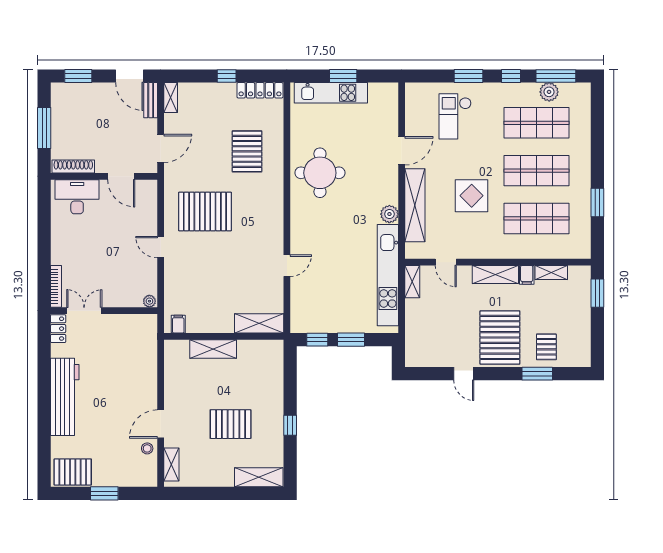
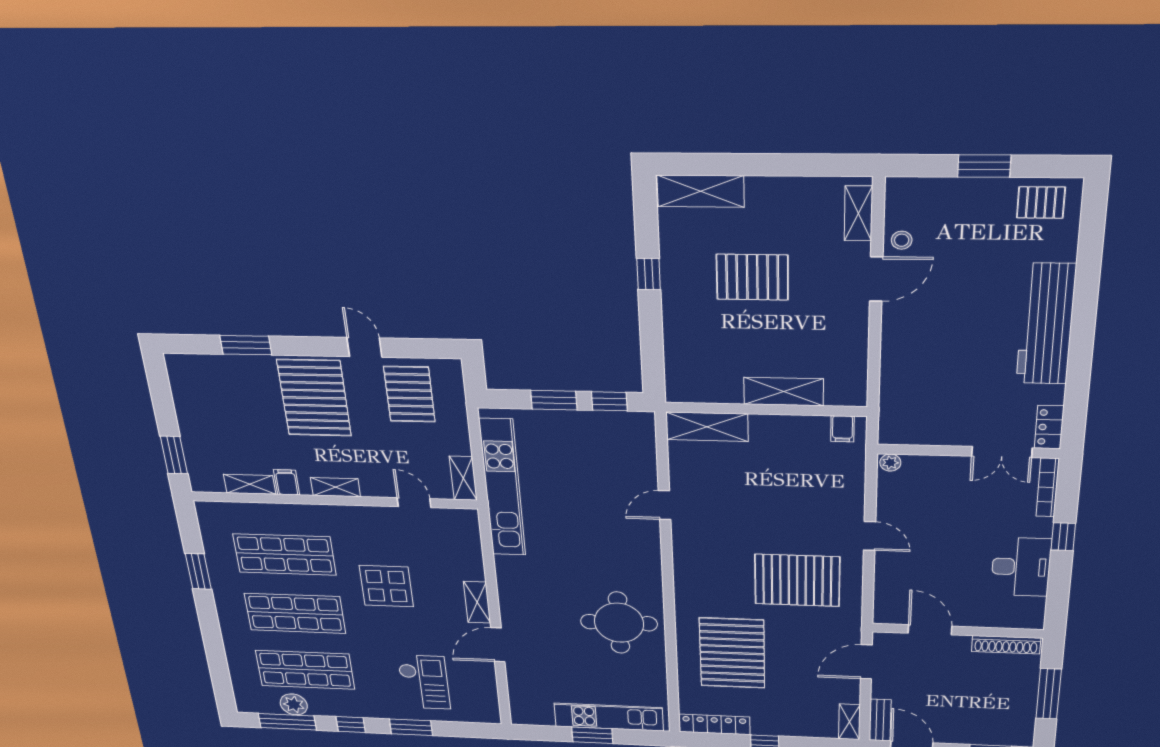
pallet: (247, 151) -> (732, 653), width x1.37, depth x1.41
desk: (77, 197) -> (1021, 567), moved, turned -90
shelving: (415, 205) -> (477, 602), width x0.45, depth x0.75
plant: (389, 214) -> (508, 567), removed
window: (44, 251) -> (1063, 537), added
shelving: (495, 274) -> (335, 487), width x0.67, depth x0.75
pallet: (546, 347) -> (409, 394), moved, width x1.50, depth x1.42
pallet: (73, 472) -> (1041, 203), width x0.67, depth x0.71

